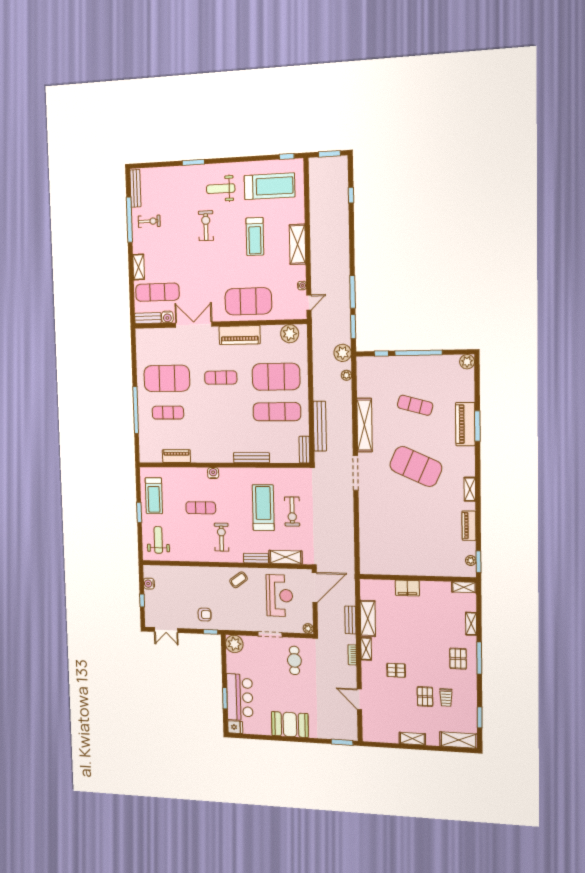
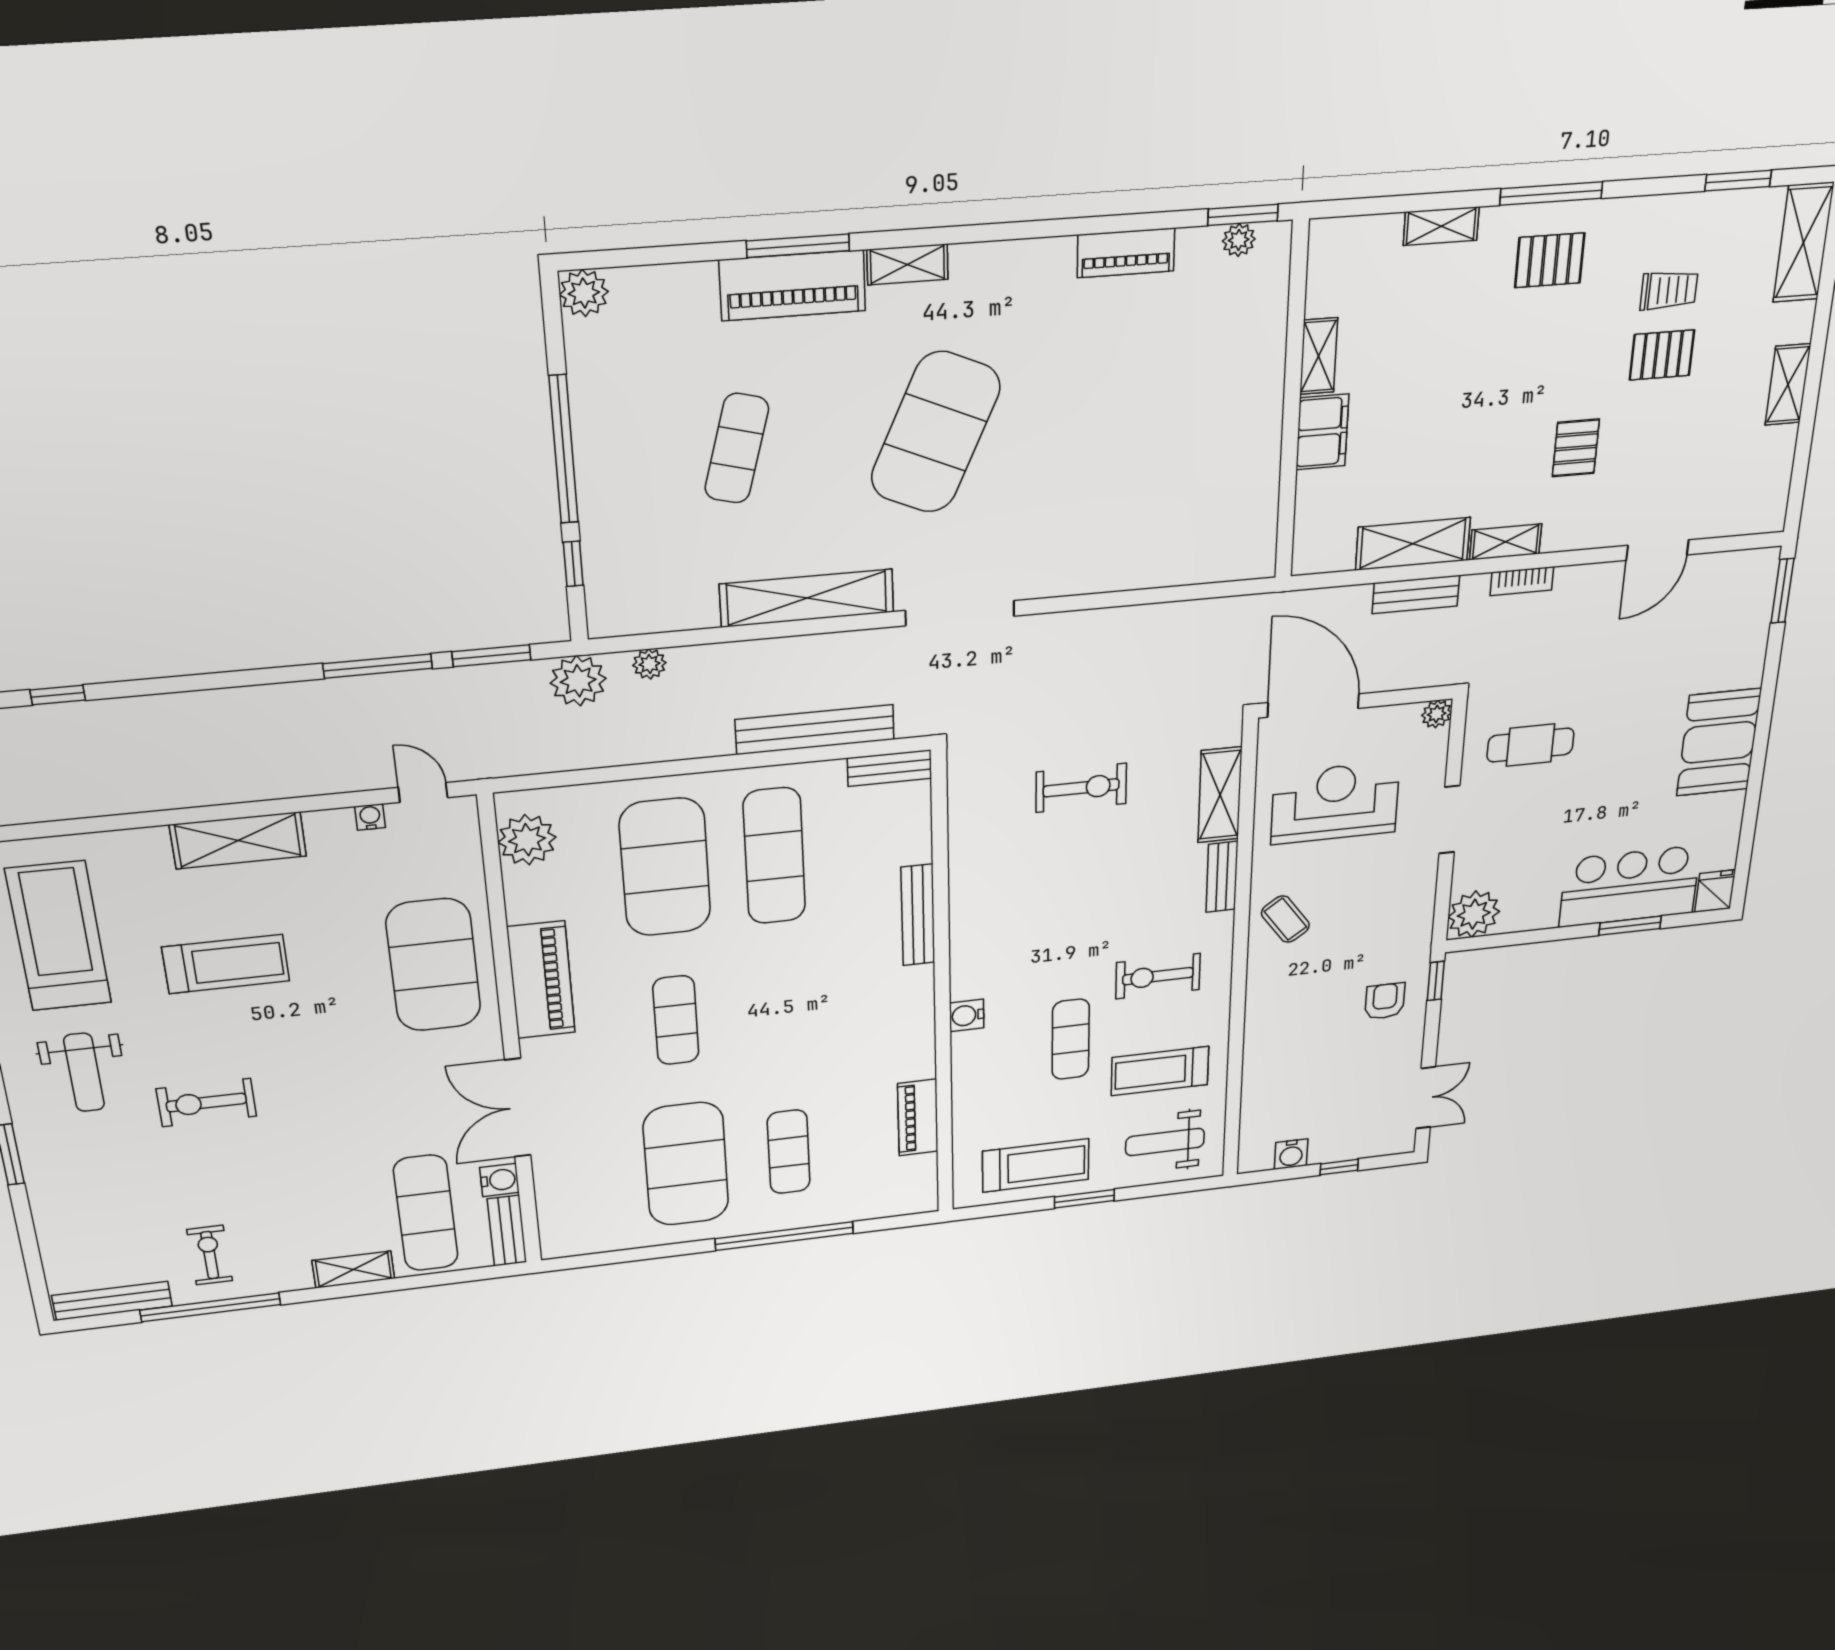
shelving: (470, 489) -> (907, 264), moved
treadmill: (263, 508) -> (1160, 1071), moved, width x0.73, depth x0.73
shelving: (464, 587) -> (1319, 356), moved

